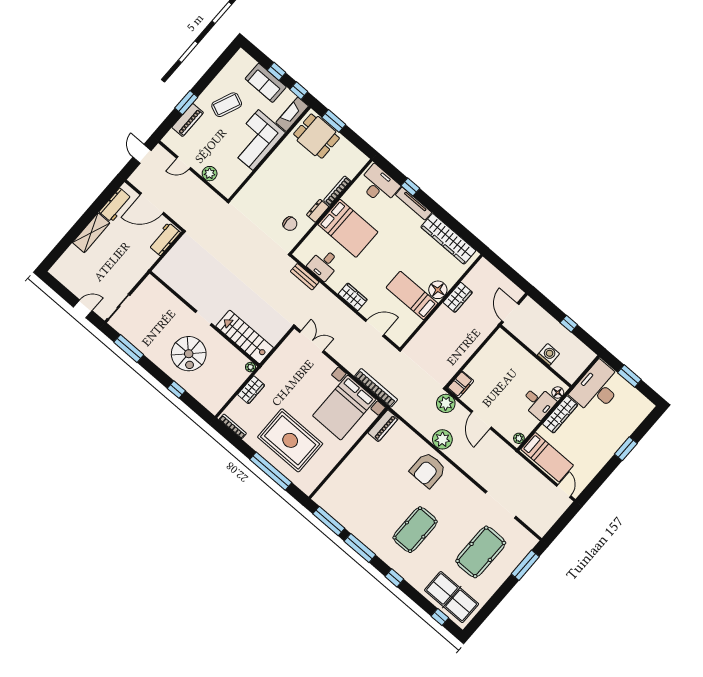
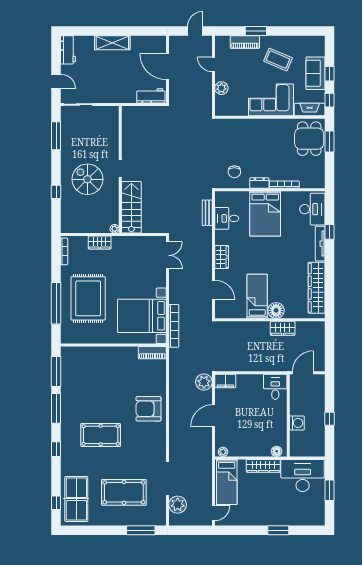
workbench: (115, 205) -> (68, 50), moved, turned -90
spiral stairs: (189, 354) -> (87, 179), turned 90
desk: (538, 402) -> (275, 387), moved, turned 180
plant: (442, 439) -> (178, 505), moved

